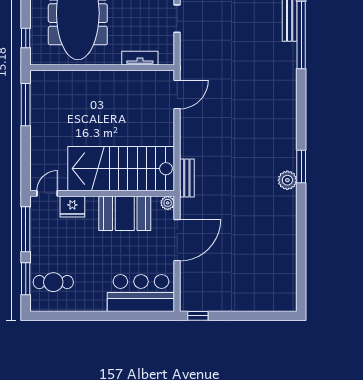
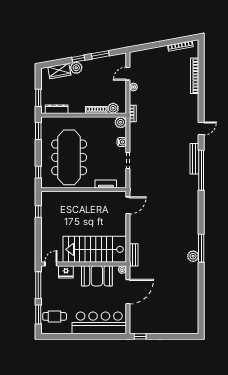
window: (26, 105) -> (38, 212), width x0.46
window: (301, 167) -> (201, 248), width x1.44
bar counter: (141, 293) -> (99, 323), width x1.36

